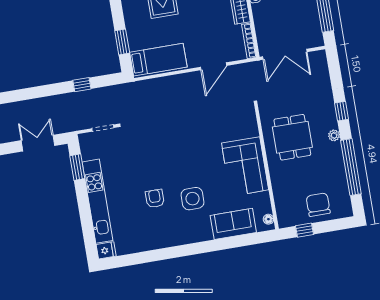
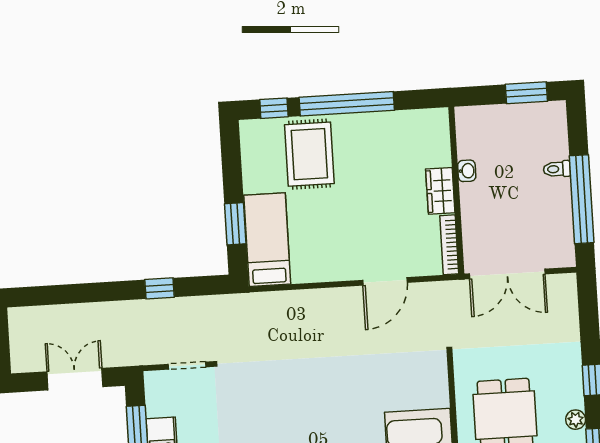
bed: (158, 60) -> (267, 240), moved, turned -90

